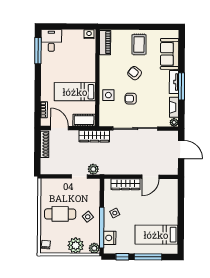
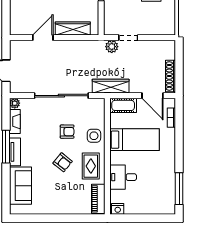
desk: (51, 40) -> (123, 177), moved, turned 90
rug: (139, 44) -> (91, 166), moved

